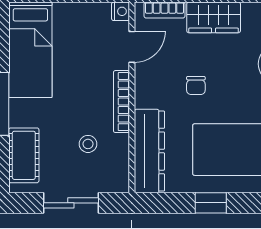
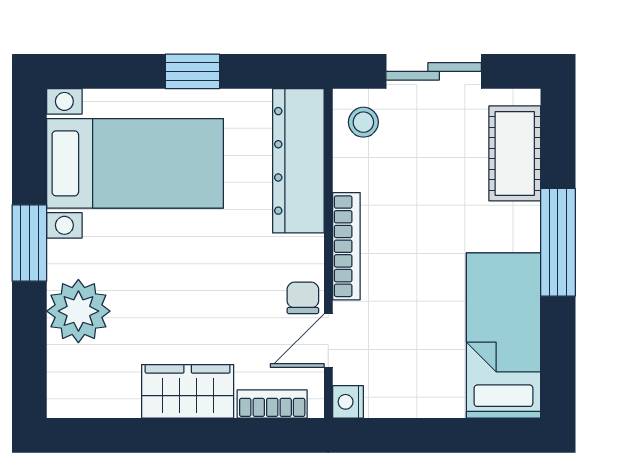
chair: (196, 86) -> (303, 298), moved
stool: (88, 144) -> (363, 122), moved

